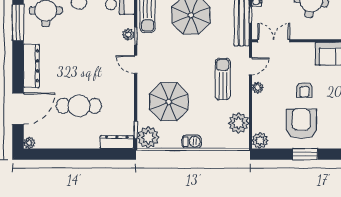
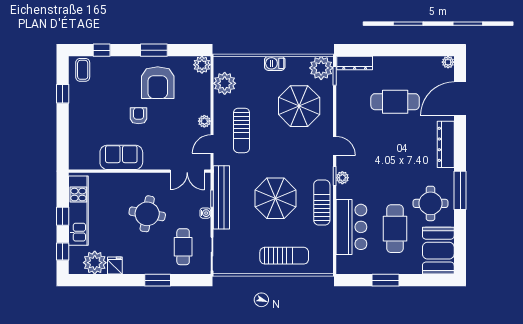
armchair: (304, 90) -> (139, 116), moved

